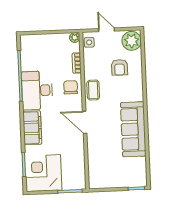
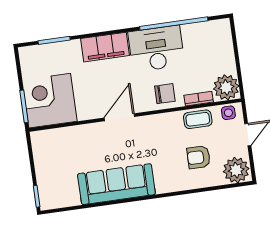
plant: (75, 38) -> (226, 87), width x1.88, depth x1.88
coffee table: (93, 90) -> (198, 119), moved
corner desk: (43, 173) -> (50, 101), moved, turned -90

